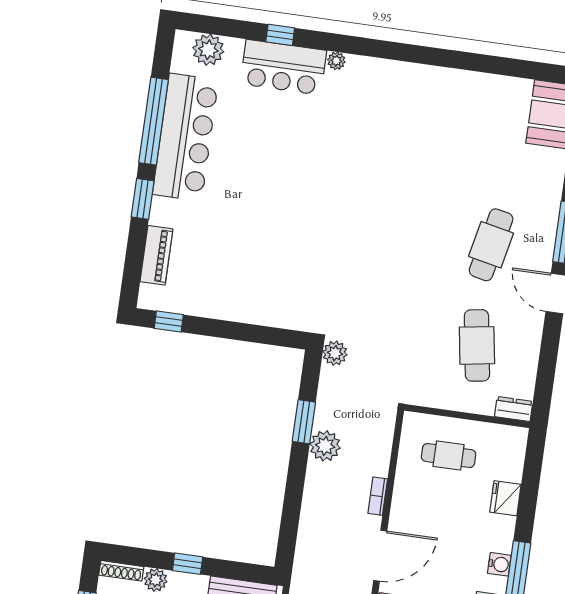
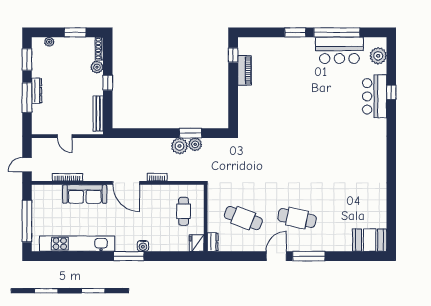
plant: (336, 61) -> (382, 124), removed
bar counter: (185, 137) -> (339, 50), width x0.73
piano: (156, 255) -> (244, 70), moved, turned -90
cafe table: (477, 345) -> (243, 218), turned 30
plant: (335, 353) -> (195, 144), moved
fridge: (505, 498) -> (197, 243), moved, turned -90
water cooler: (499, 564) -> (143, 246), moved

